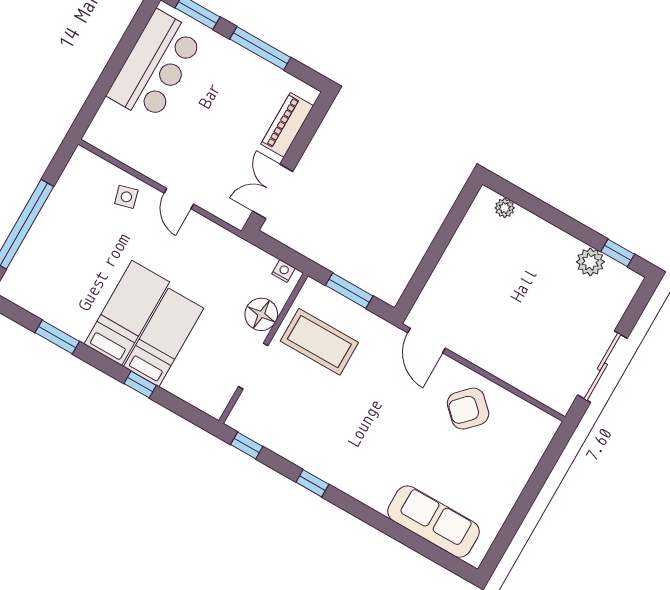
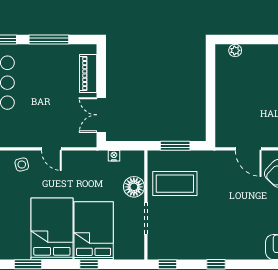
nightstand: (283, 271) -> (114, 156), moved
bed: (127, 313) -> (52, 229), width x1.50
bed: (164, 337) -> (94, 231), width x1.50
door: (427, 340) -> (248, 149), moved

